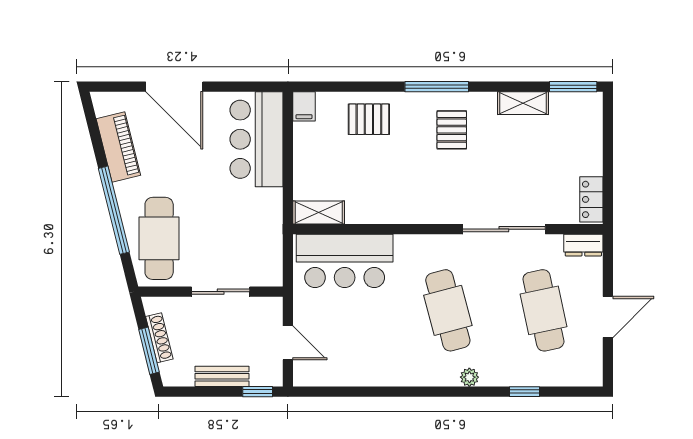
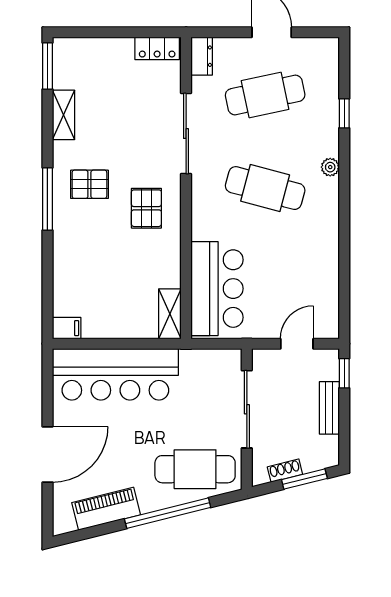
pallet: (369, 119) -> (146, 208), moved
bar counter: (257, 139) -> (115, 374), width x1.36
sliding door: (221, 292) -> (247, 409), width x1.37
cafe table: (448, 310) -> (265, 188), turned 30
shoe rack: (159, 338) -> (285, 471), width x0.70

